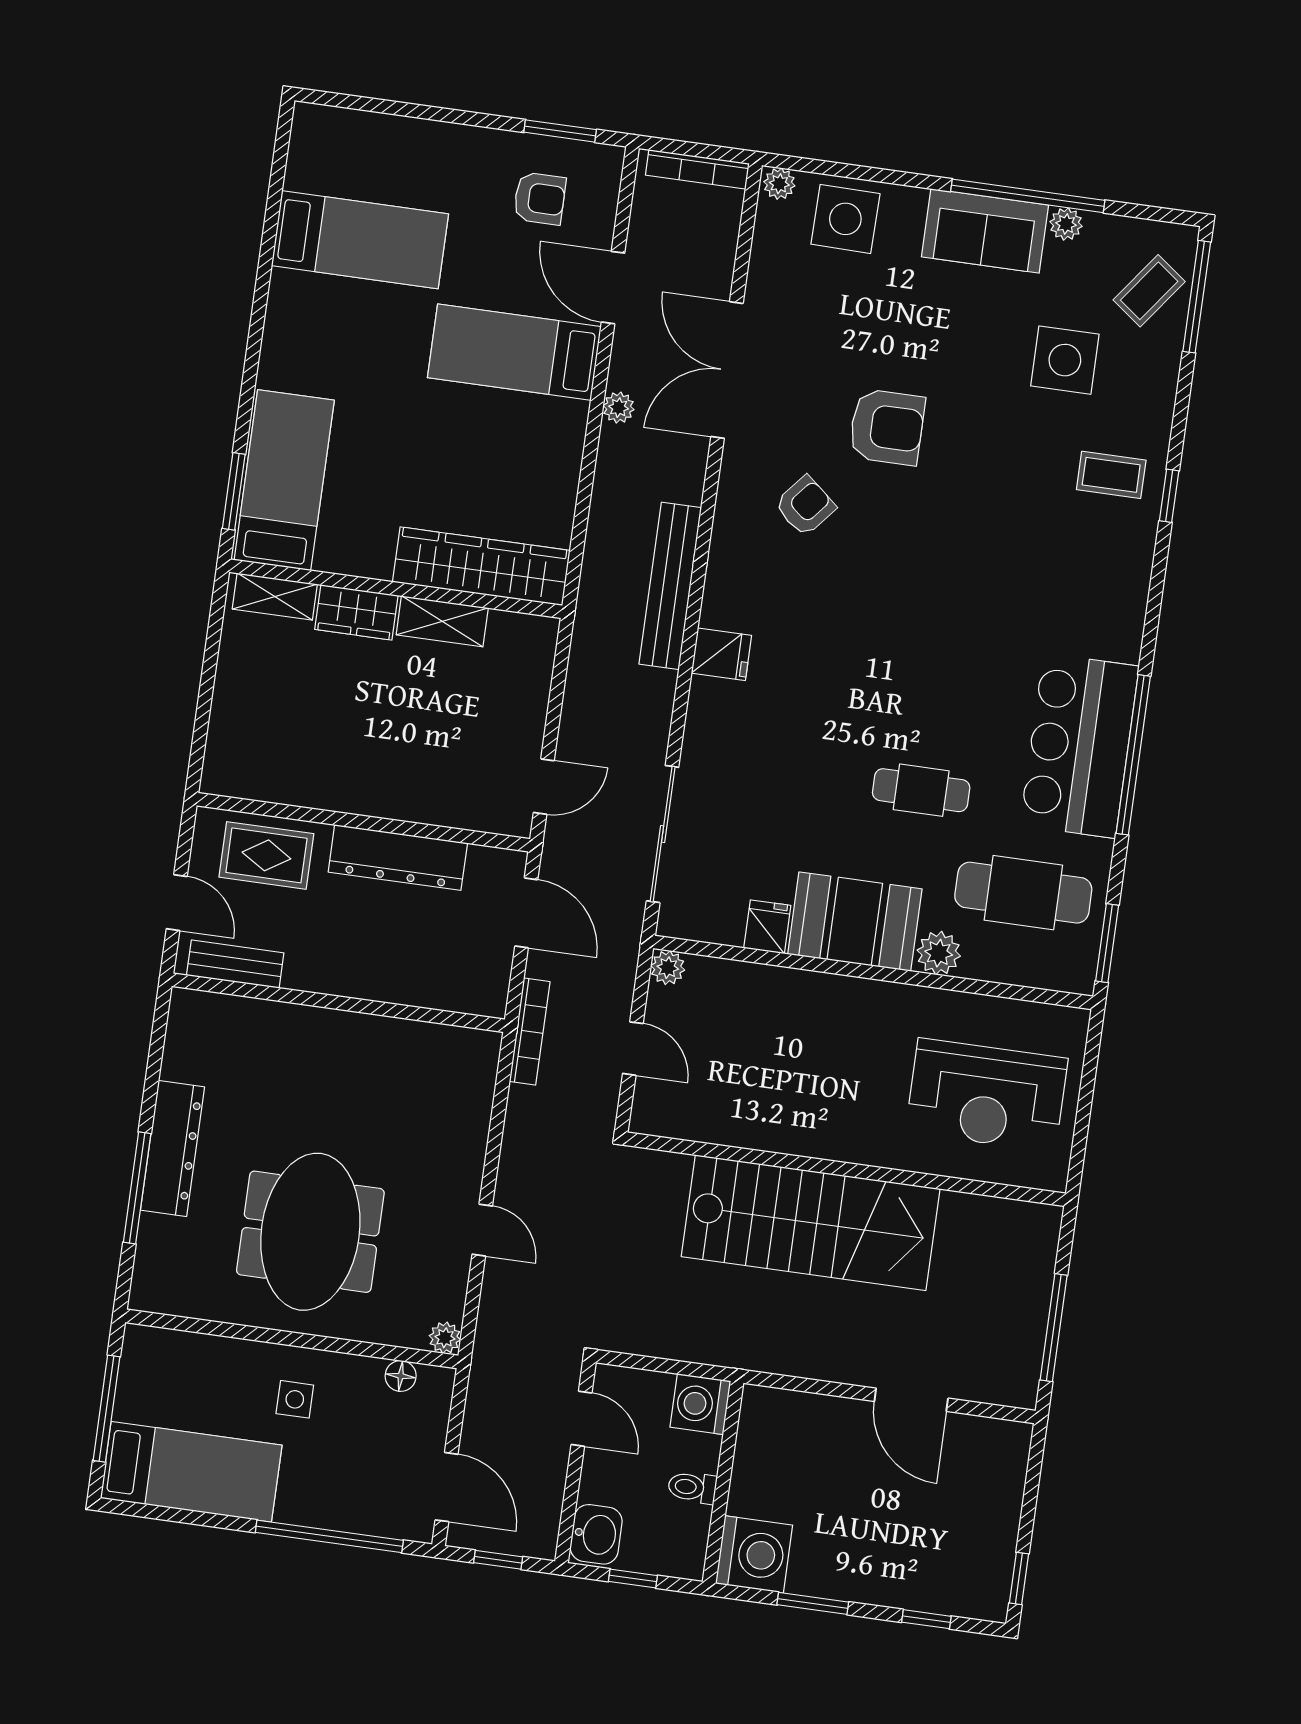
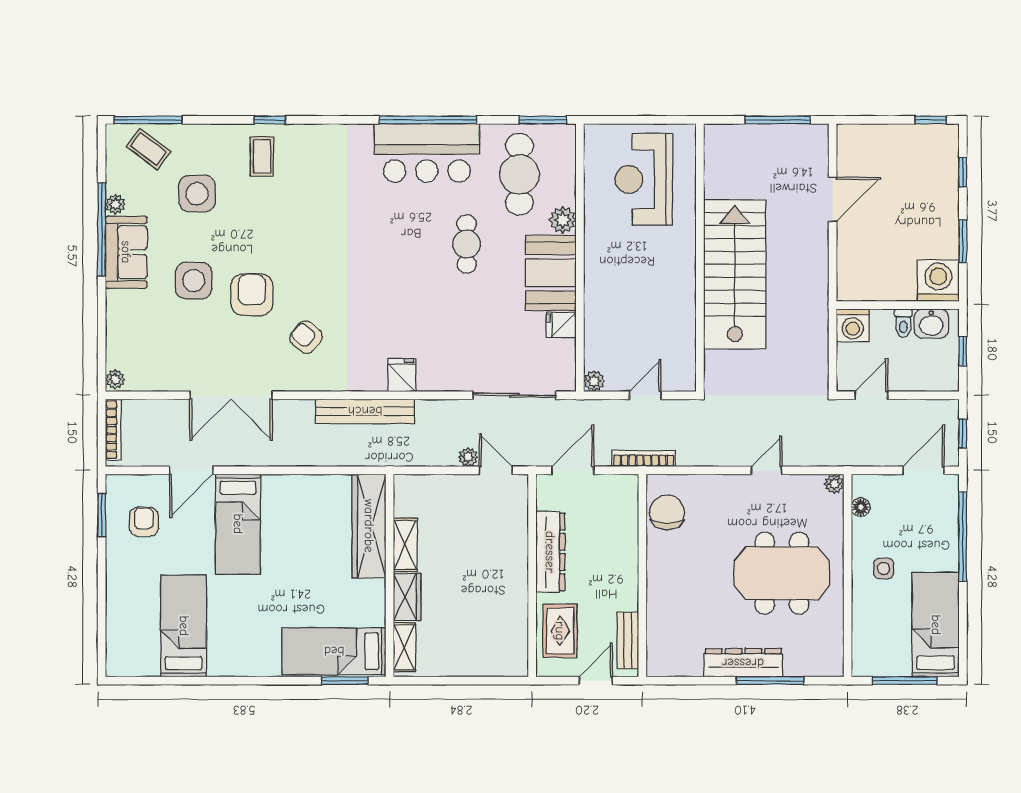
side table: (845, 219) -> (194, 281), moved
plant: (619, 408) -> (468, 457), moved
chair: (436, 1058) -> (667, 512), added
reception desk: (987, 1095) -> (644, 179), turned 180
washbasin: (596, 1534) -> (931, 324), moved, turned 180

